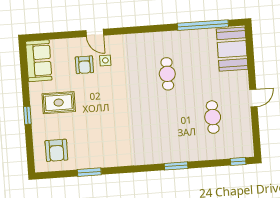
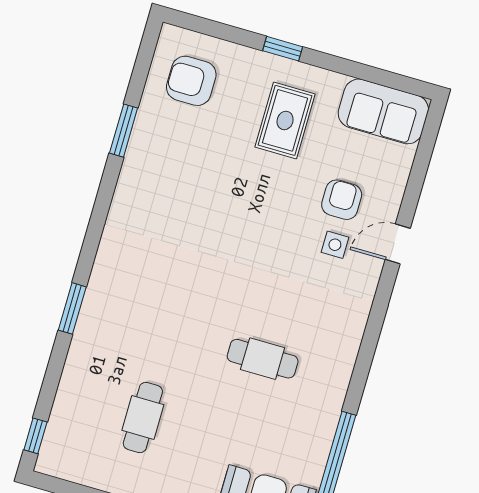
armchair: (84, 65) -> (342, 200), turned 90
cafe table: (213, 117) -> (143, 417), turned 90

